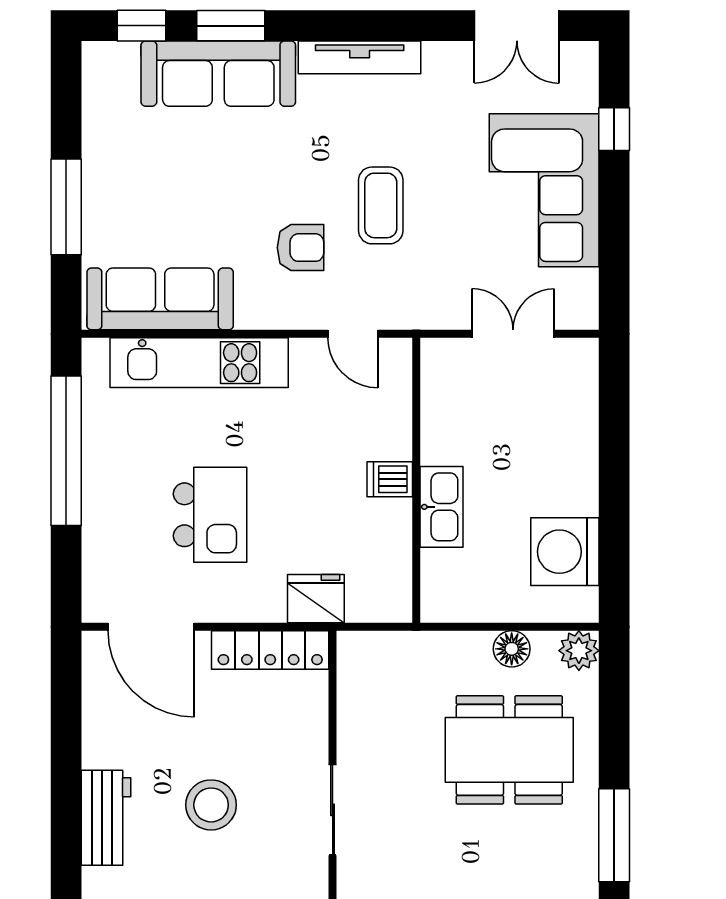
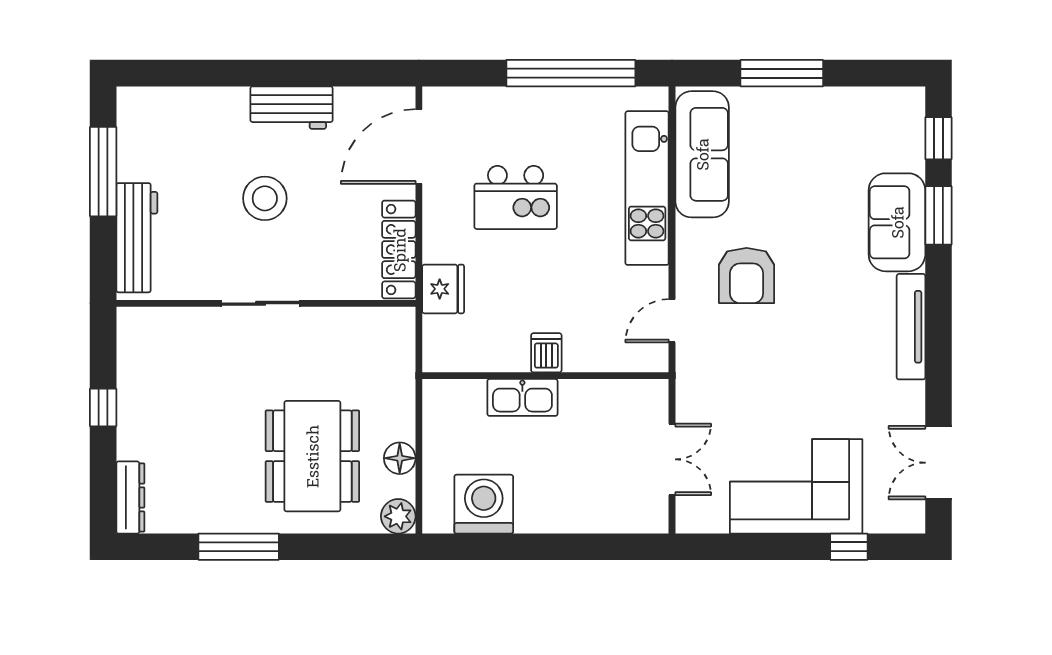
sofa: (218, 74) -> (897, 222), width x0.73
coffee table: (381, 205) -> (783, 345), removed
armchair: (300, 248) -> (747, 276), width x1.38, depth x1.38
workbench: (106, 818) -> (292, 108), moved

